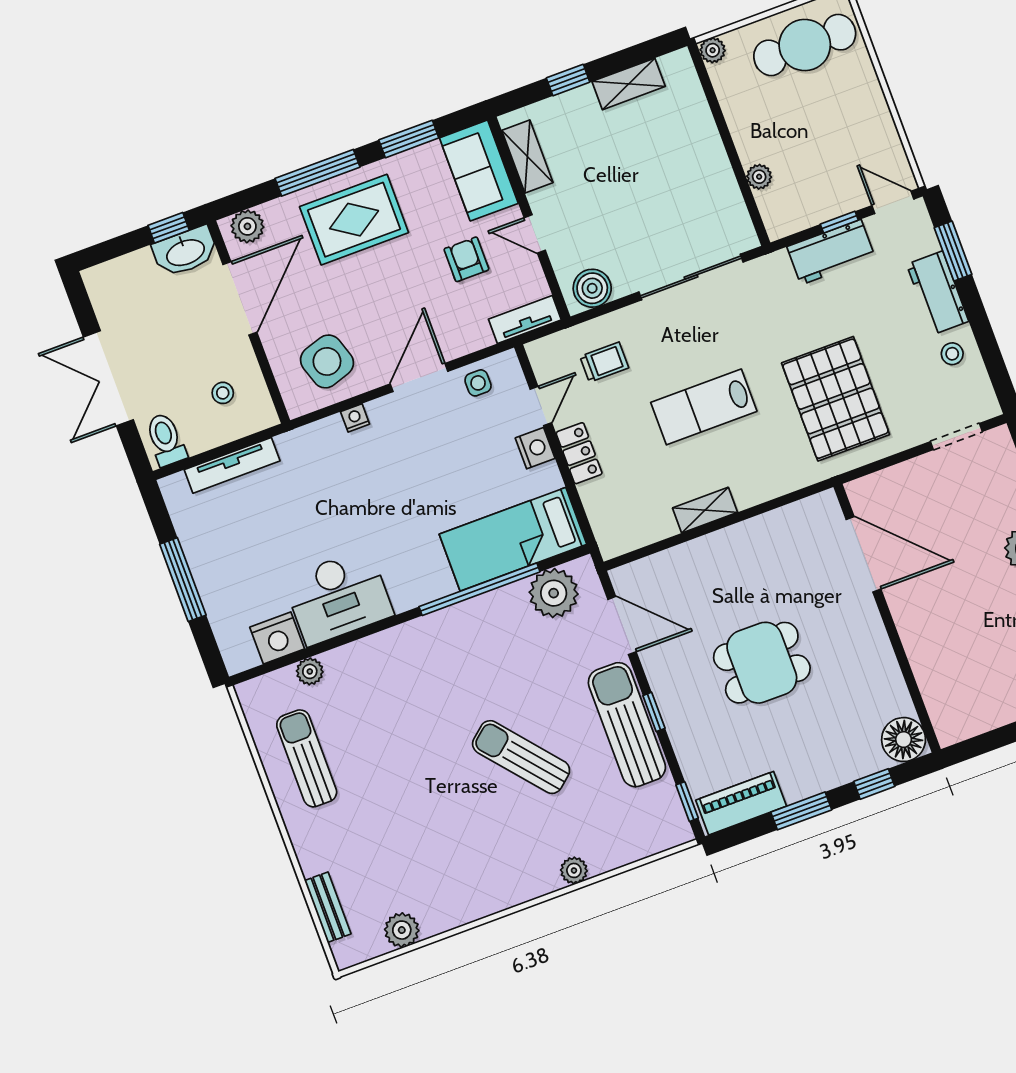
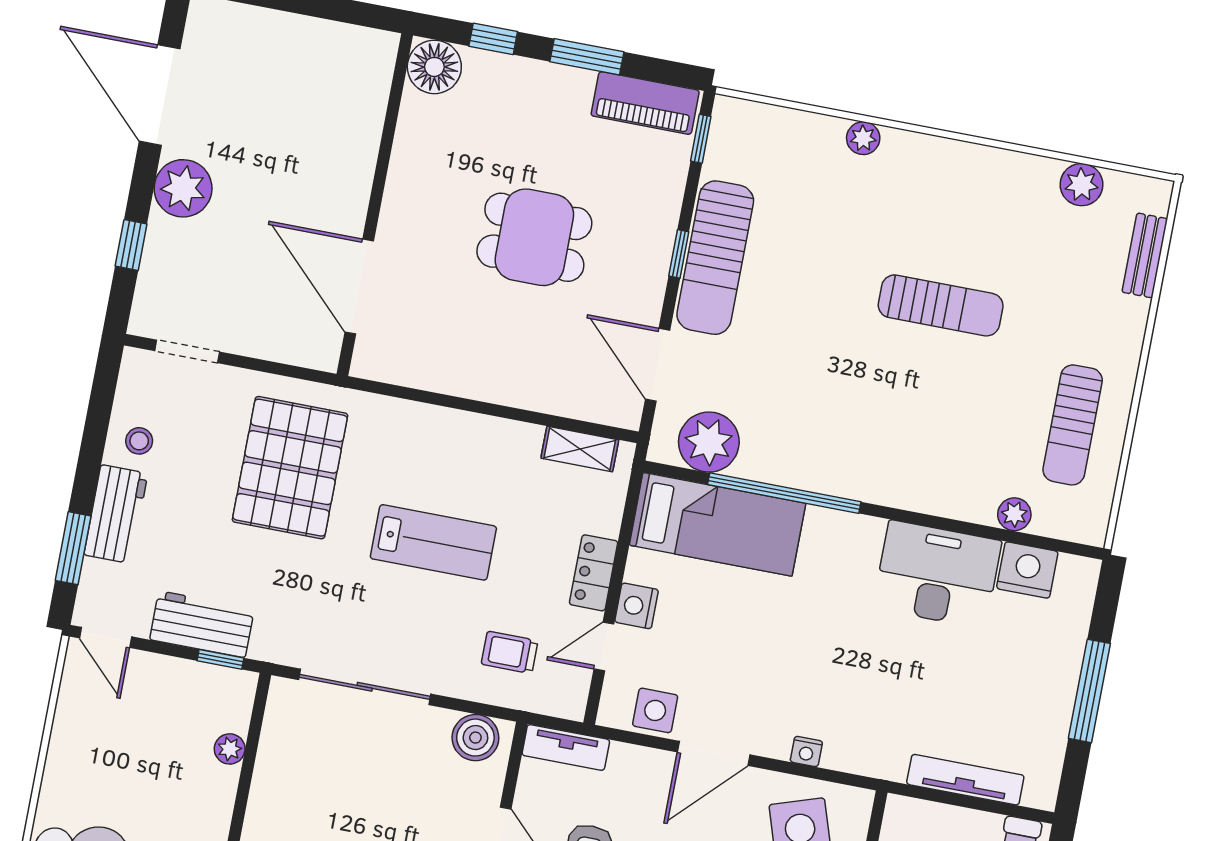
window: (839, 222) -> (220, 659), moved
side table: (478, 383) -> (655, 710), width x1.37, depth x1.37
shelving: (705, 510) -> (580, 449), moved
sun lounger: (521, 757) -> (941, 305), moved, turned -50

